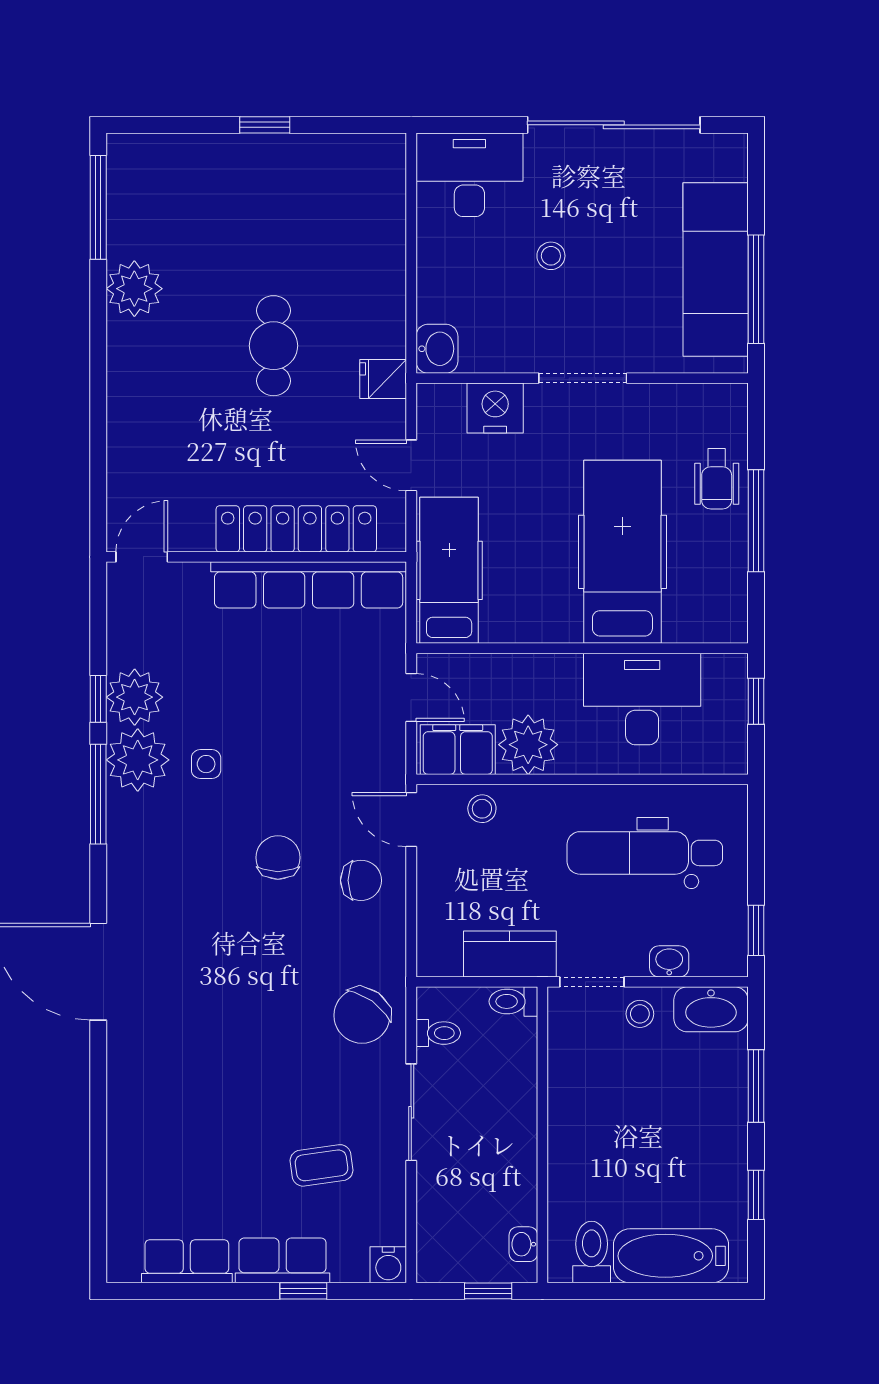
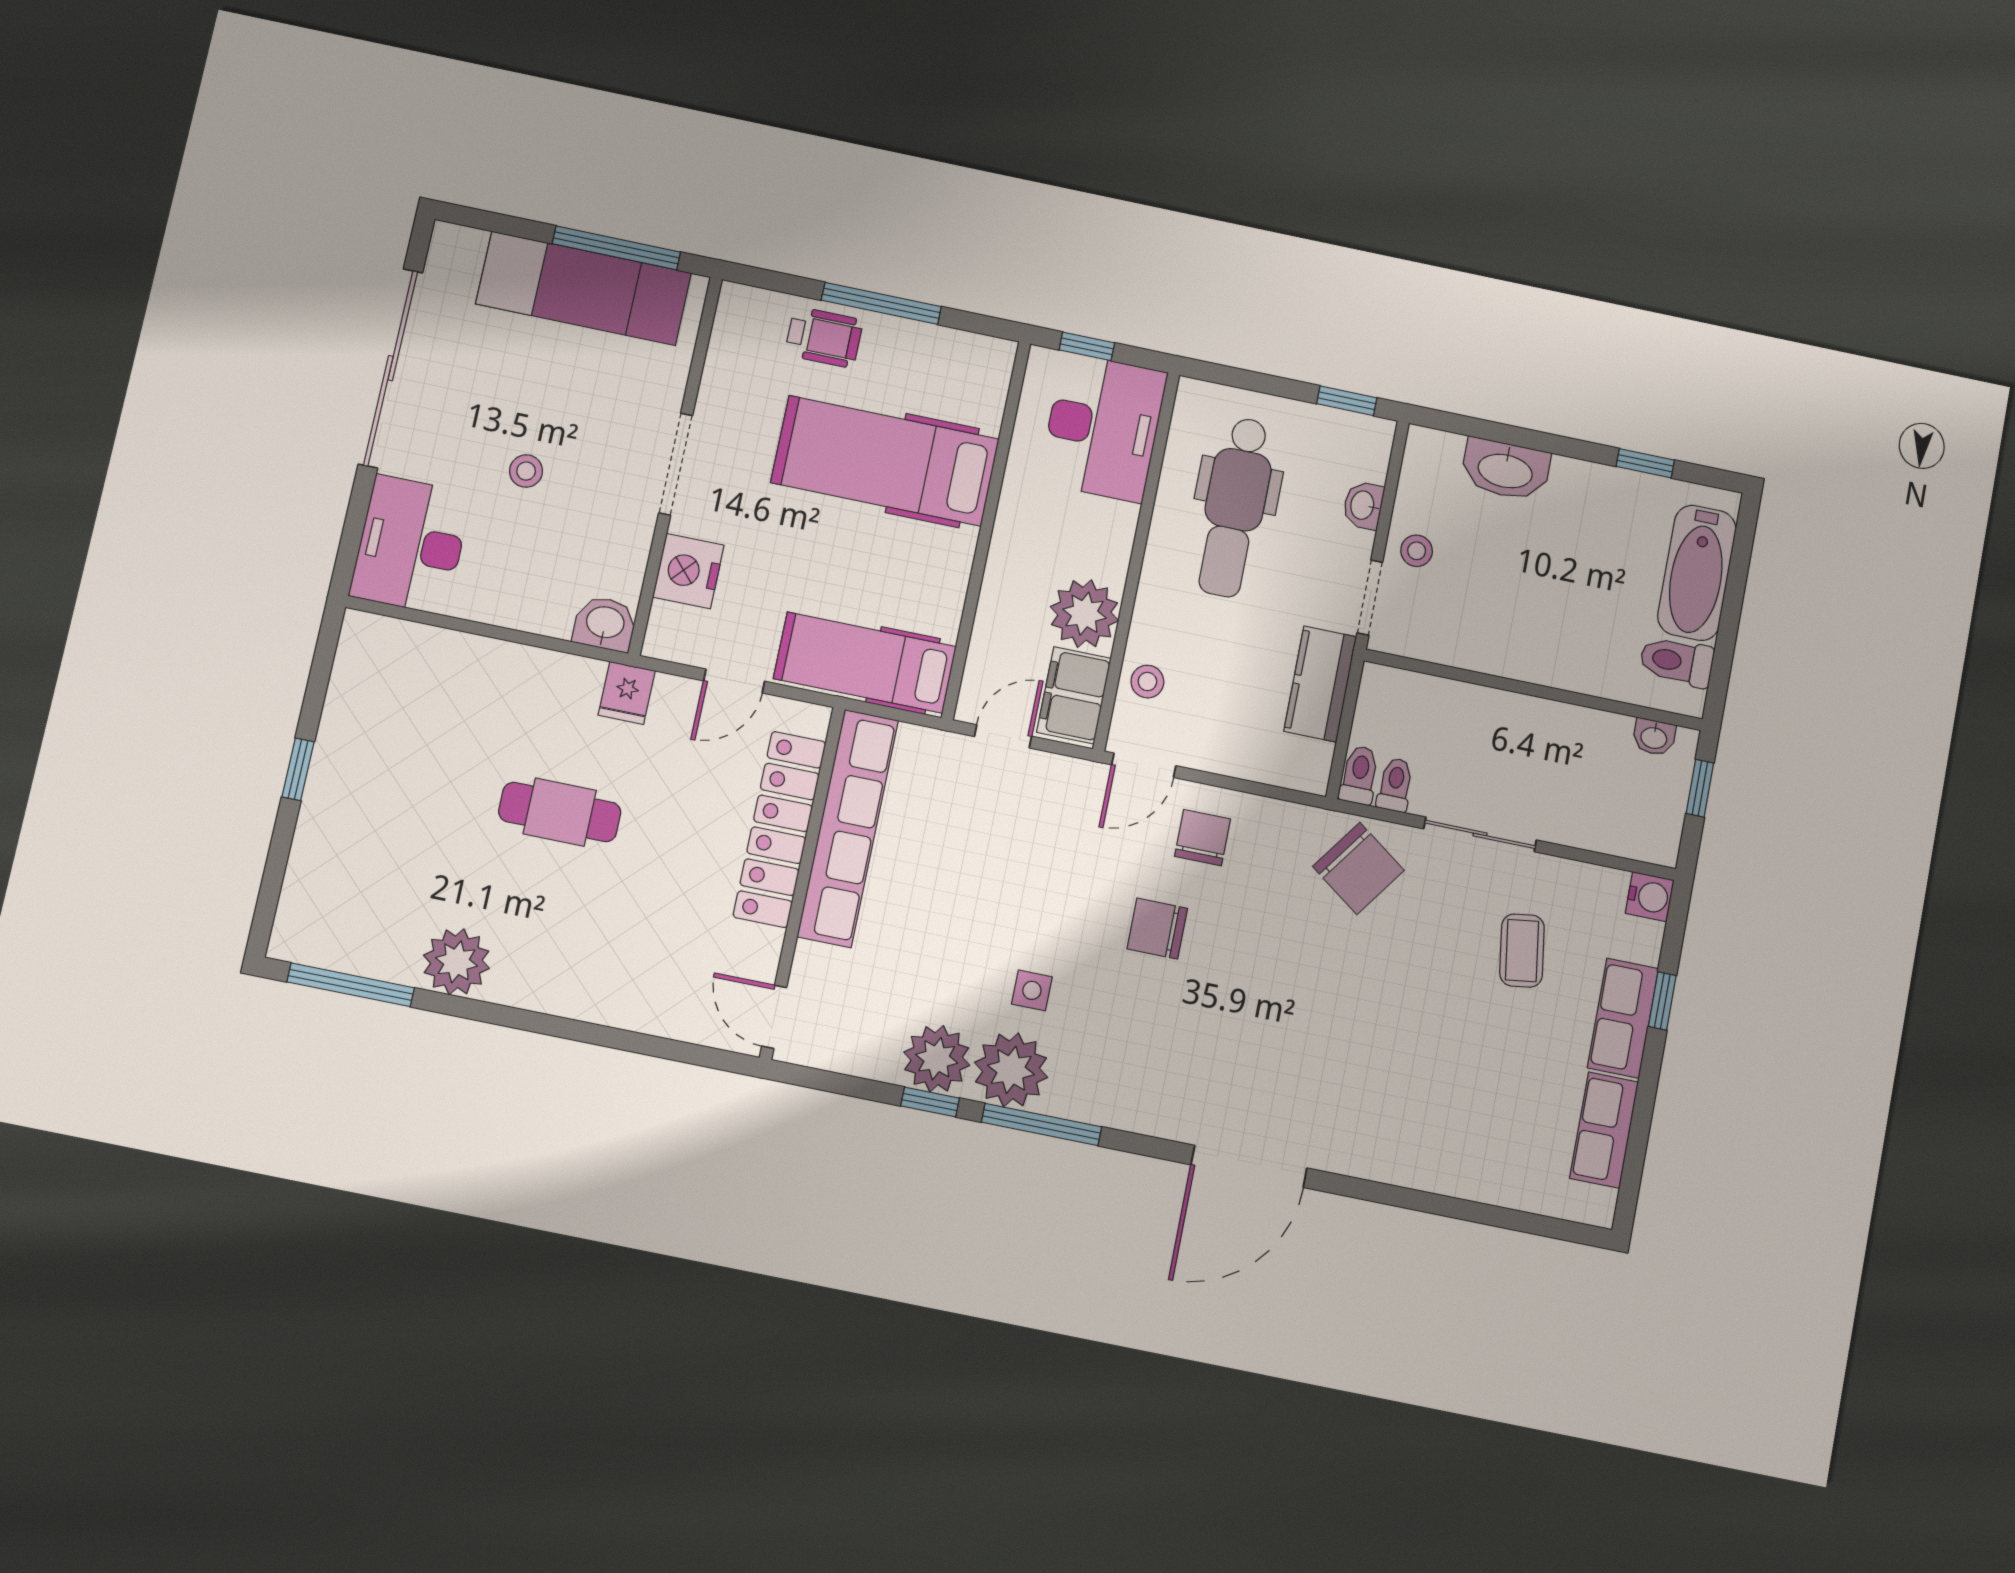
desk: (642, 699) -> (1103, 427), moved, turned 180
toilet: (513, 1001) -> (1359, 775), moved, turned 180
washbasin: (711, 1009) -> (1505, 470), moved, turned 90
window: (756, 1086) -> (1523, 438), removed

